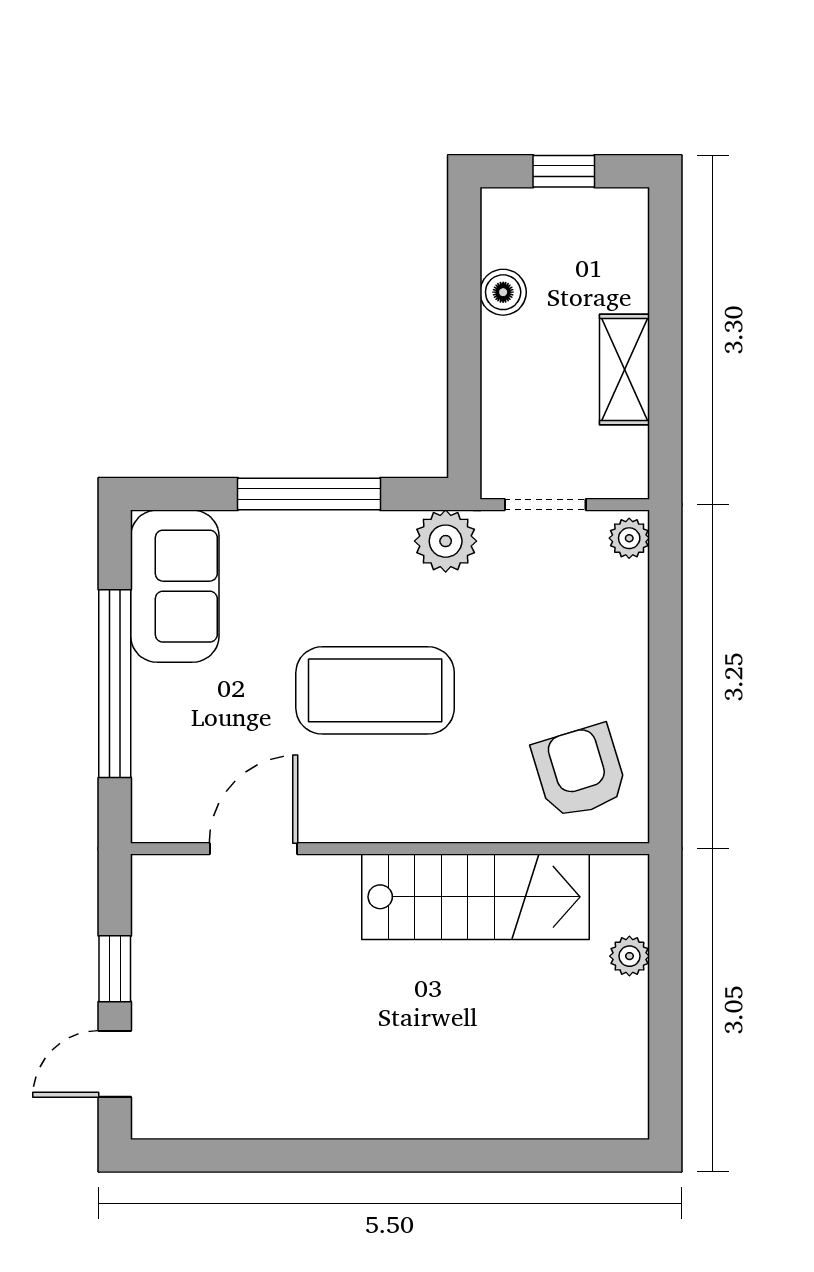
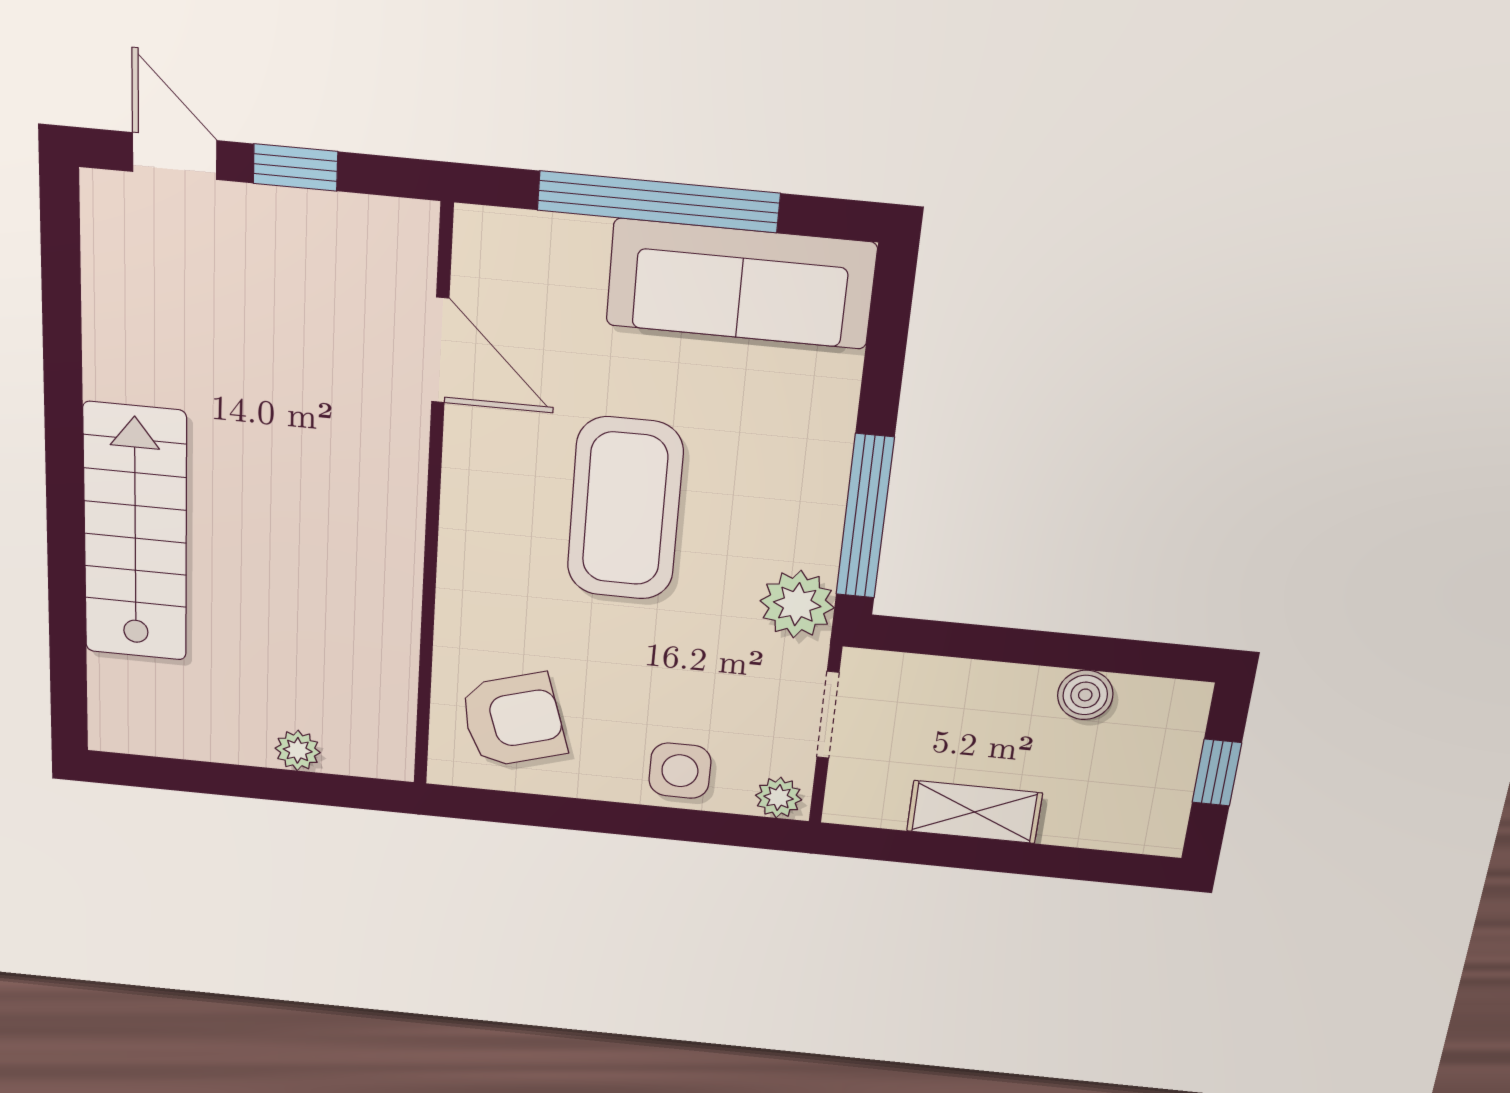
window: (309, 494) -> (865, 516), moved
sofa: (175, 586) -> (741, 284), width x1.36
side table: (613, 625) -> (680, 771), added
stairs: (476, 897) -> (135, 533), moved, turned 180

